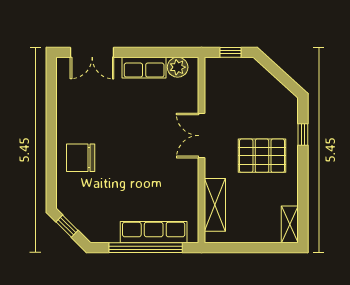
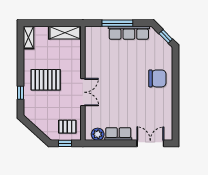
pallet: (227, 80) -> (67, 127), added
shelving: (215, 205) -> (65, 33), moved, turned 90
row of seats: (154, 232) -> (129, 33), moved
window: (146, 248) -> (117, 23), width x0.68

